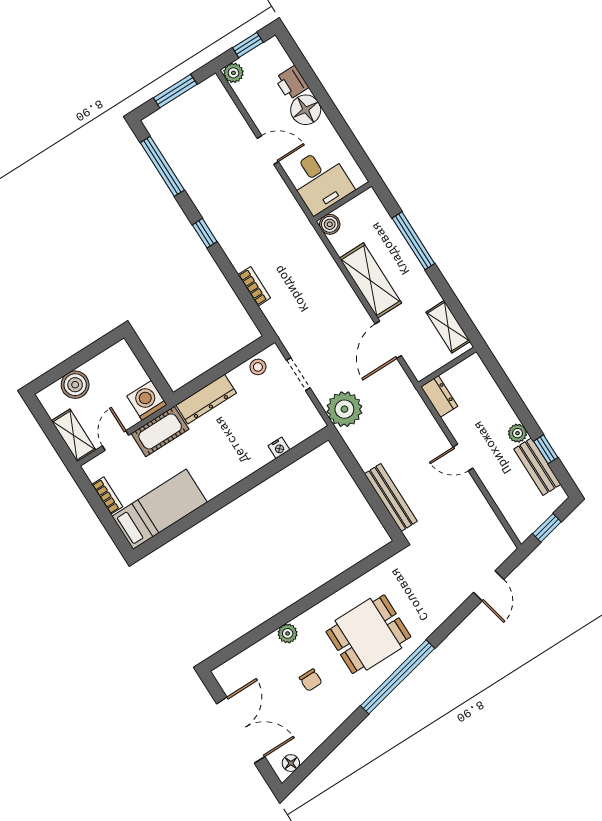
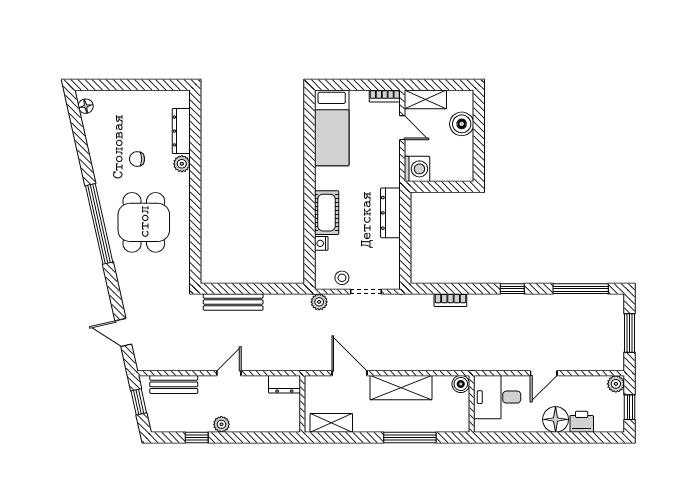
stool: (258, 367) -> (342, 278), moved
plant: (344, 409) -> (319, 302), width x0.53, depth x0.53
cot: (160, 431) -> (327, 213), moved
bench: (537, 467) -> (174, 384), moved
bookcase: (107, 496) -> (385, 96), moved
dresser: (256, 654) -> (181, 131), added
double door: (241, 730) -> (133, 85), removed

